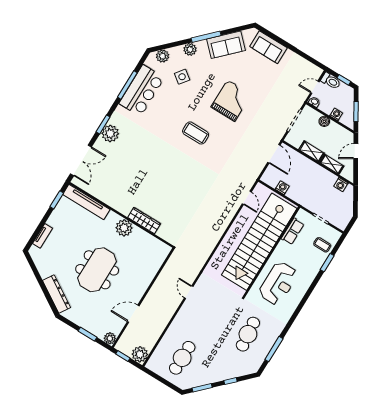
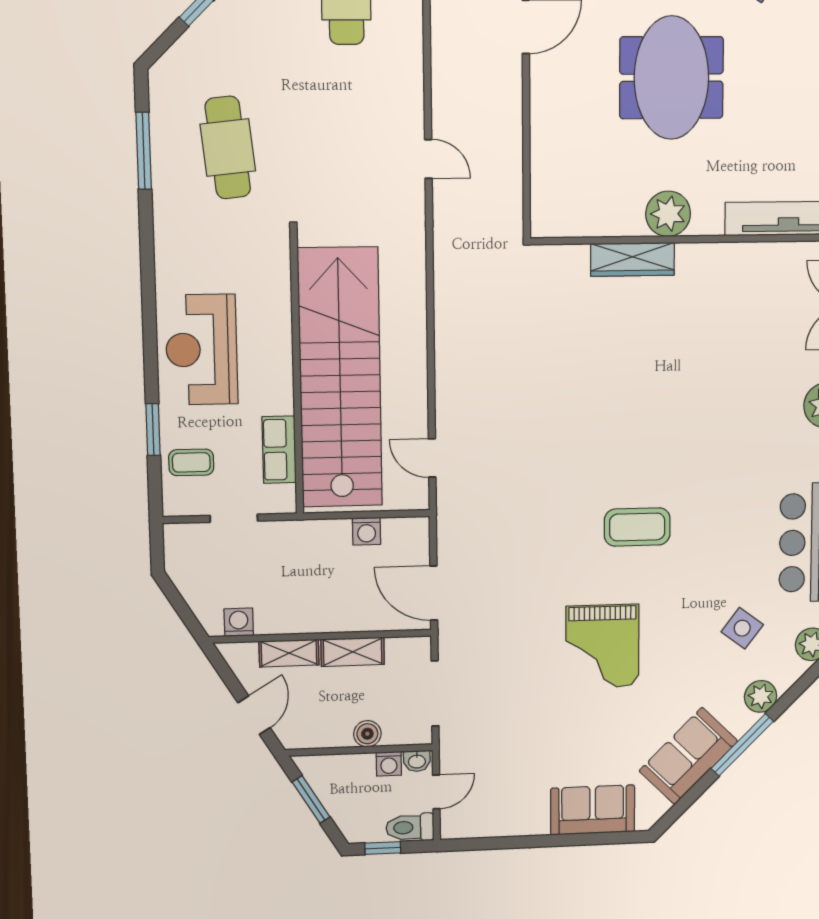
washing machine: (336, 114) -> (389, 764), moved
reception desk: (278, 283) -> (201, 350), moved

